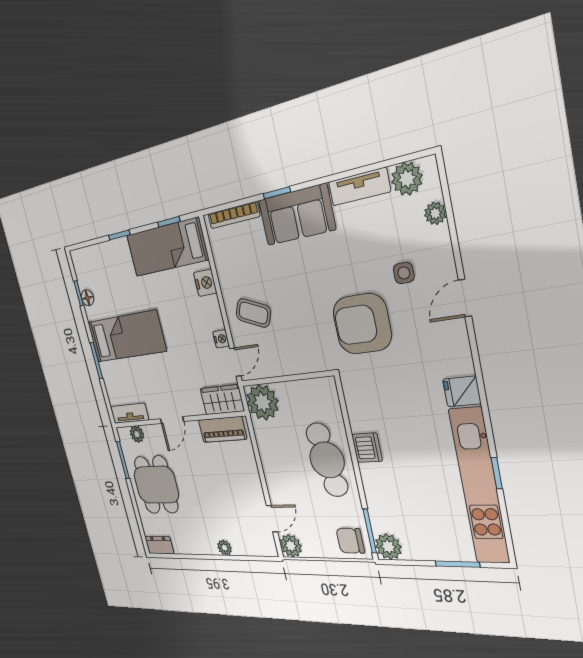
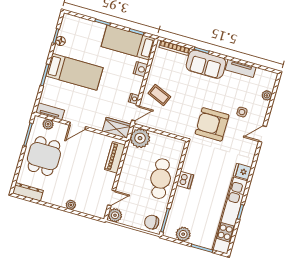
plant: (407, 179) -> (262, 76), removed
piano: (222, 430) -> (115, 157), moved, turned 90
dresser: (159, 545) -> (28, 192), width x1.44
plant: (388, 547) -> (183, 234), moved

